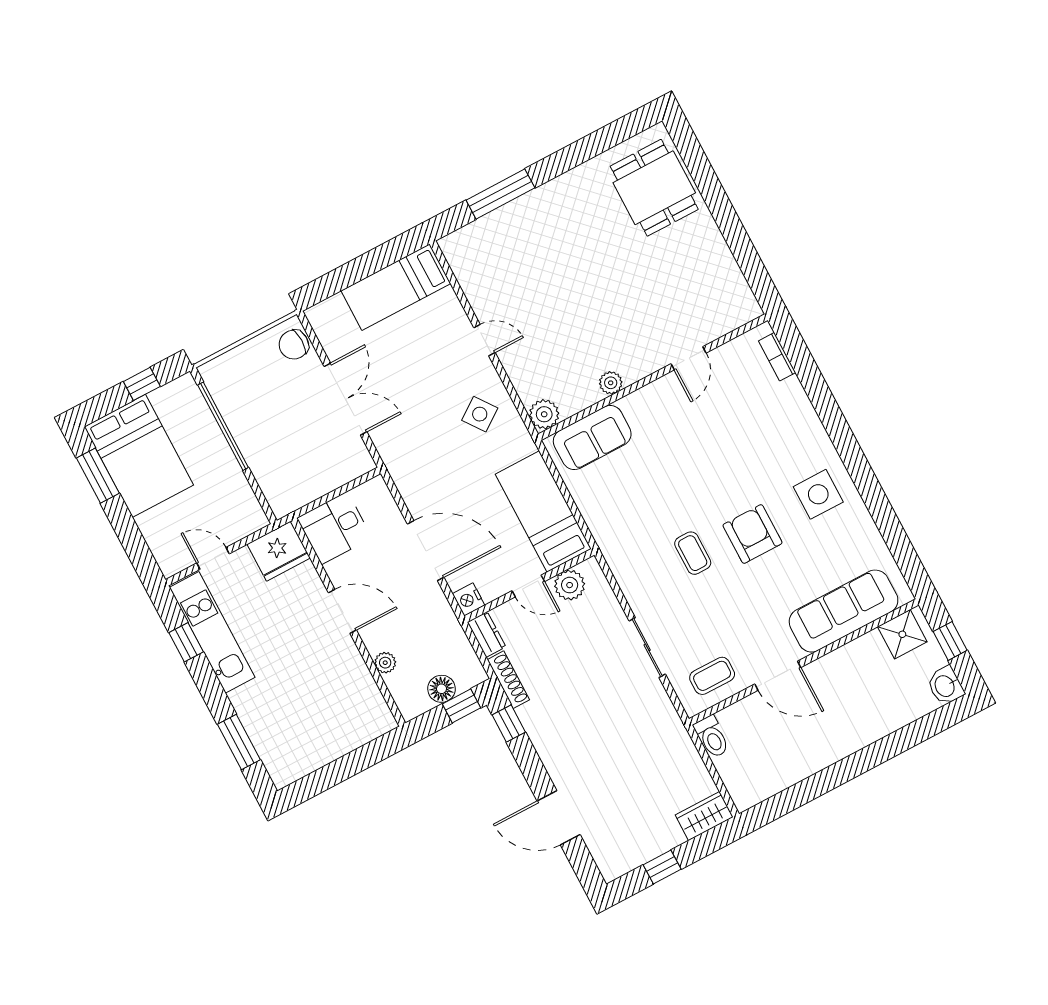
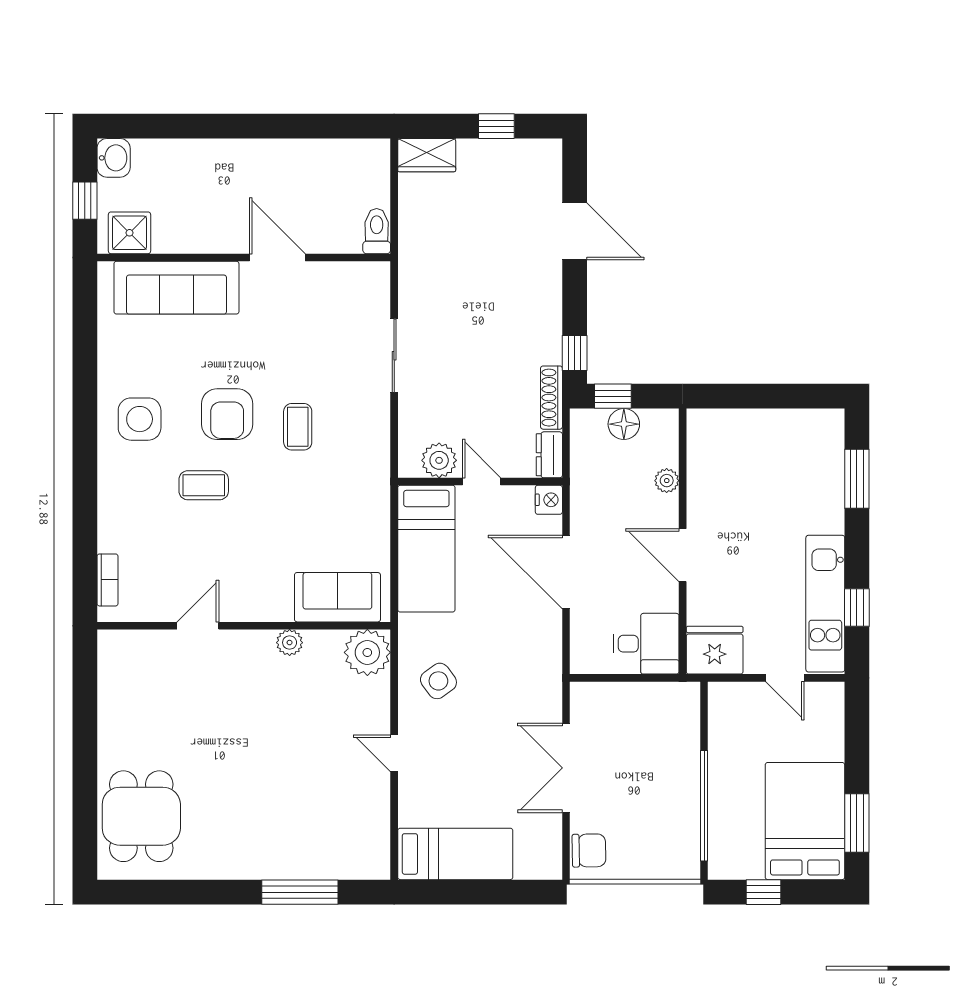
plant: (544, 414) -> (367, 652), width x1.36, depth x1.36
coffee table: (712, 676) -> (204, 485), moved

